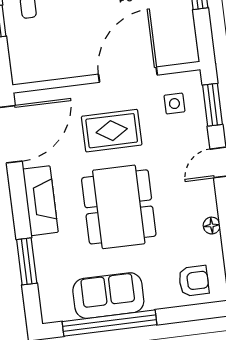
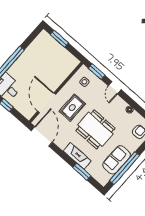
door: (128, 75) -> (47, 103), moved
fireplace: (40, 201) -> (77, 156), moved

